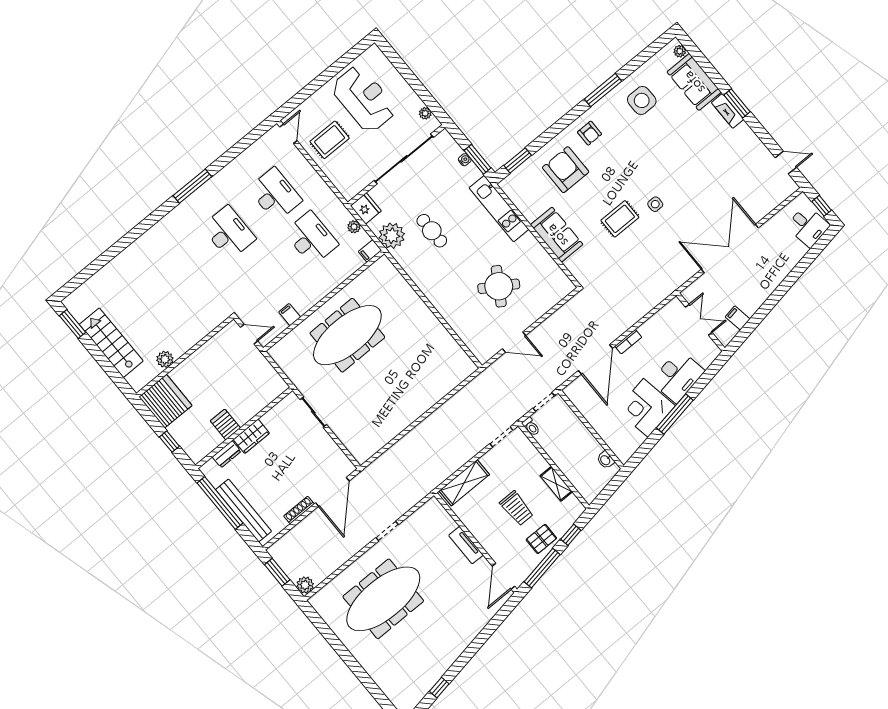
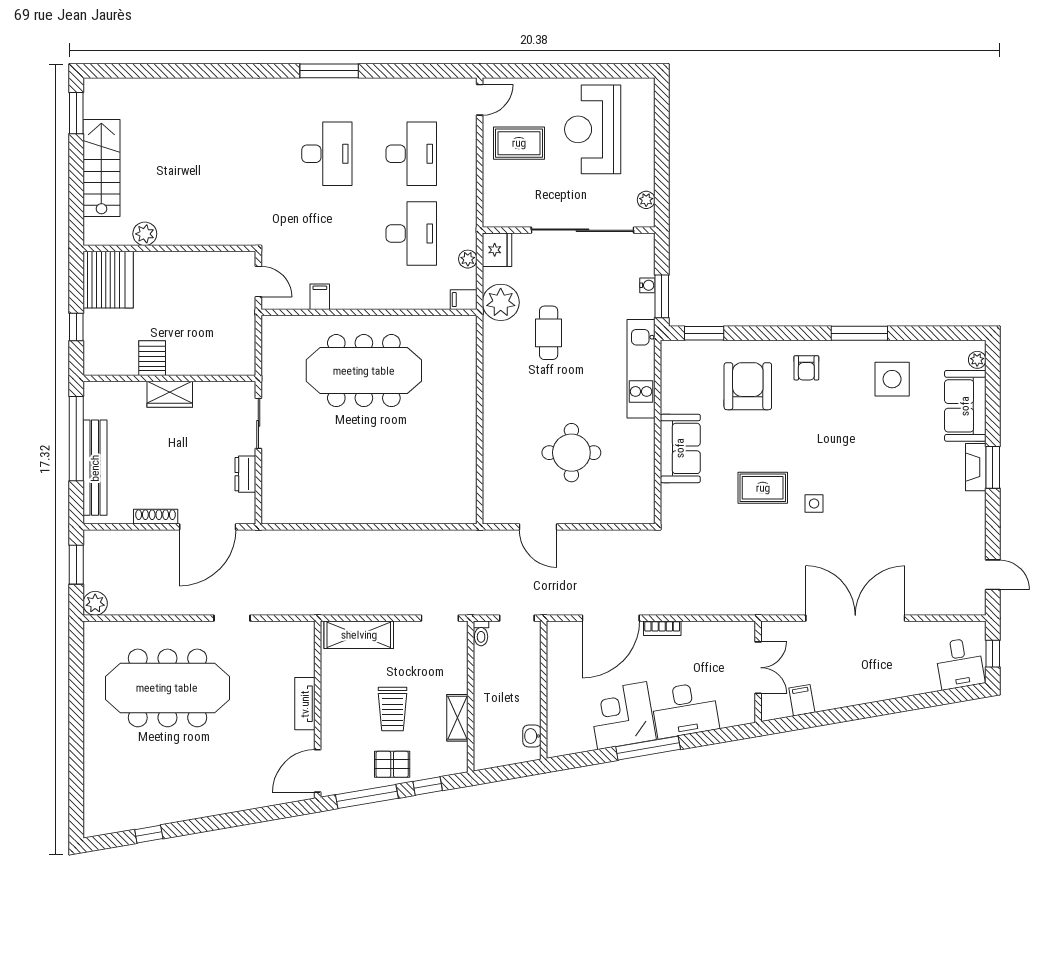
reception desk: (364, 99) -> (593, 129), turned 180
round table: (499, 286) -> (571, 453), turned -32
dresser: (227, 454) -> (245, 474), moved, turned 90

